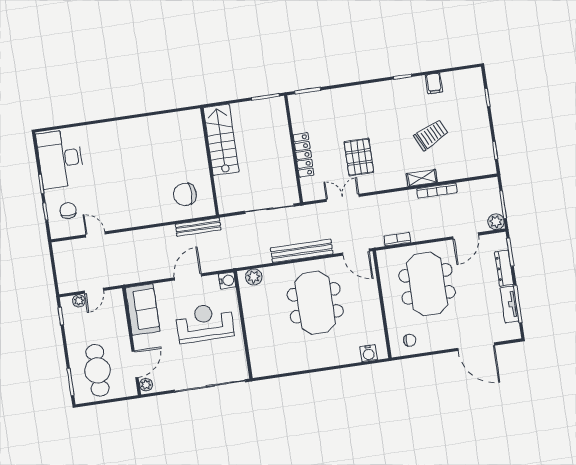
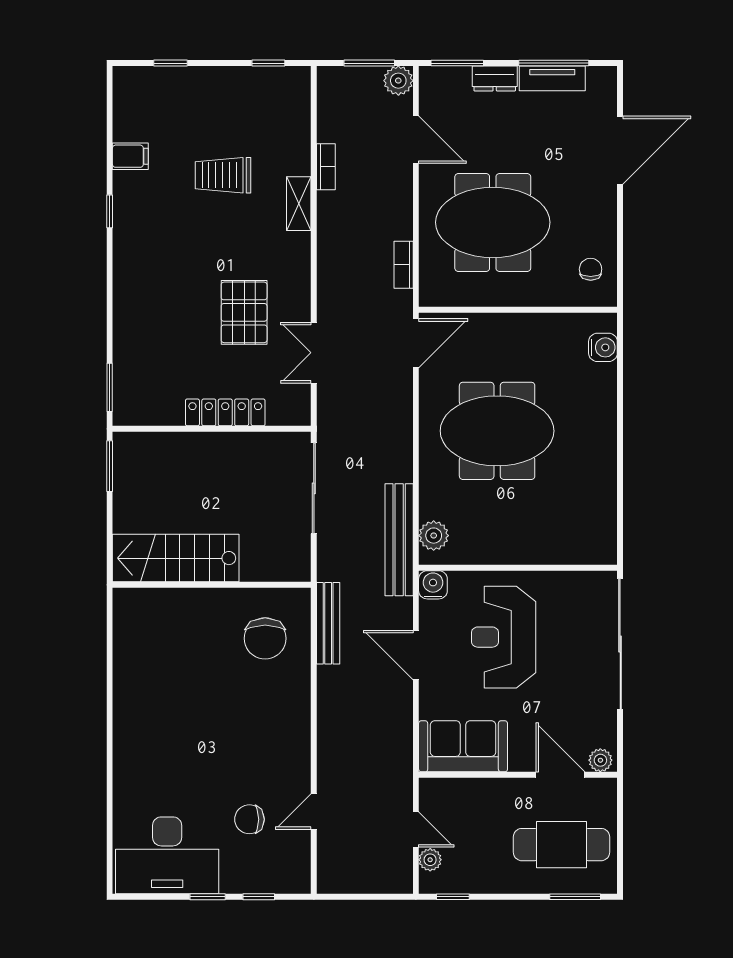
trolley: (431, 135) -> (223, 175), turned -64
pallet: (359, 157) -> (244, 312), turned 90
bookcase: (437, 191) -> (326, 167), width x0.64
chair: (68, 211) -> (249, 819), moved
bench: (302, 251) -> (399, 540), moved
dresser: (504, 268) -> (495, 78), width x0.70

